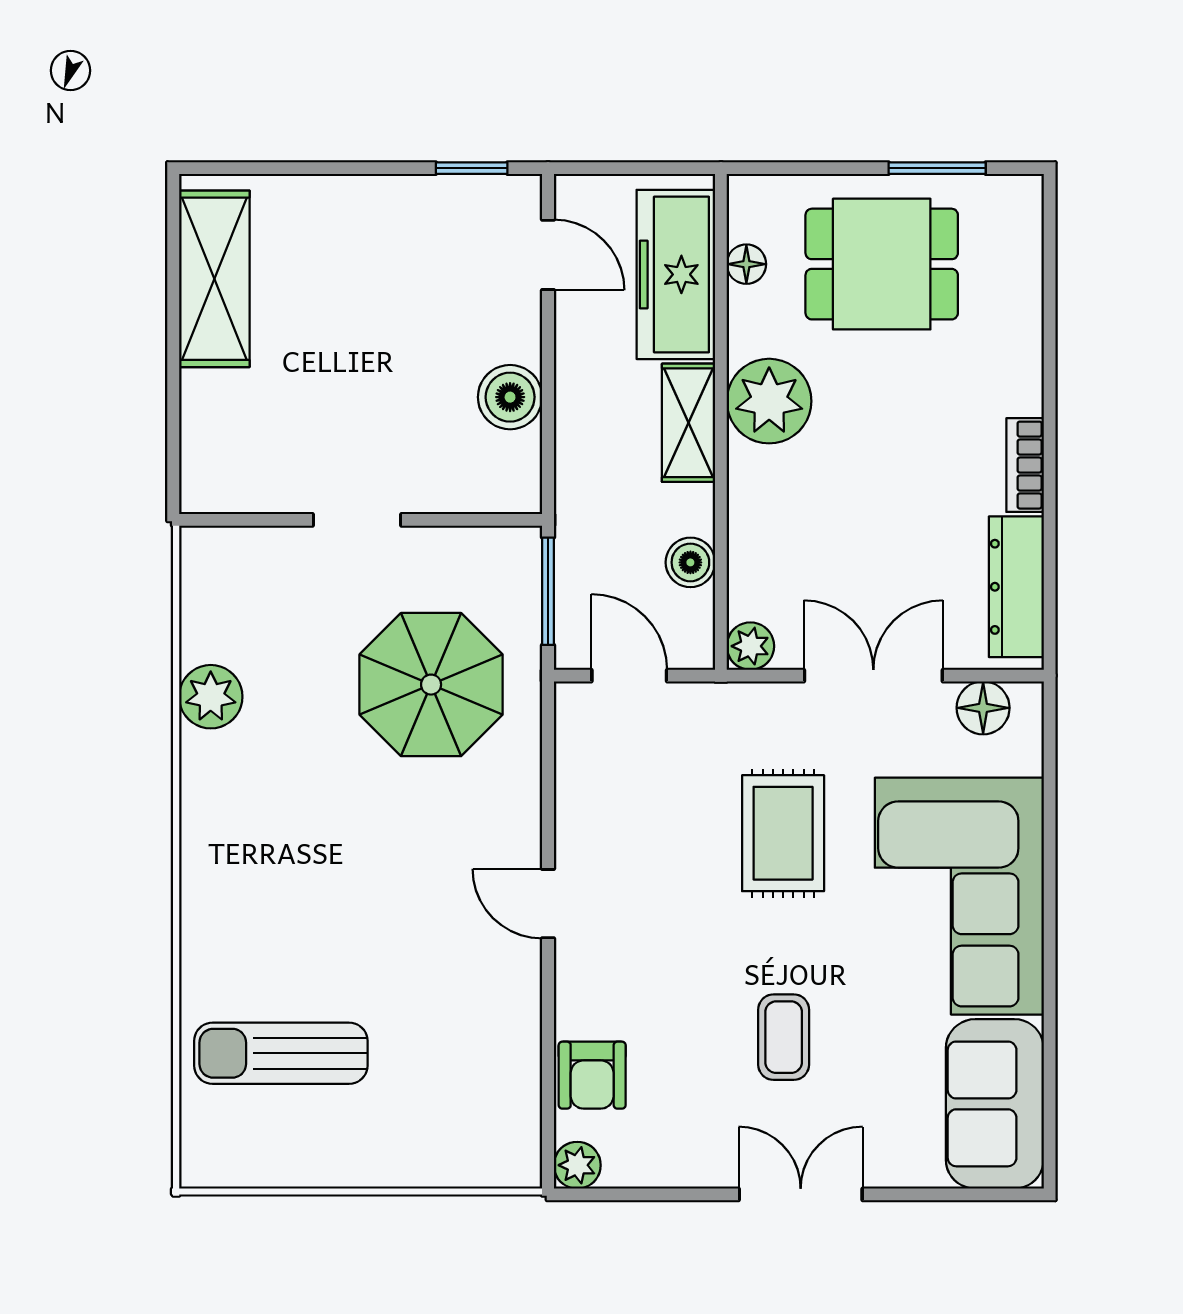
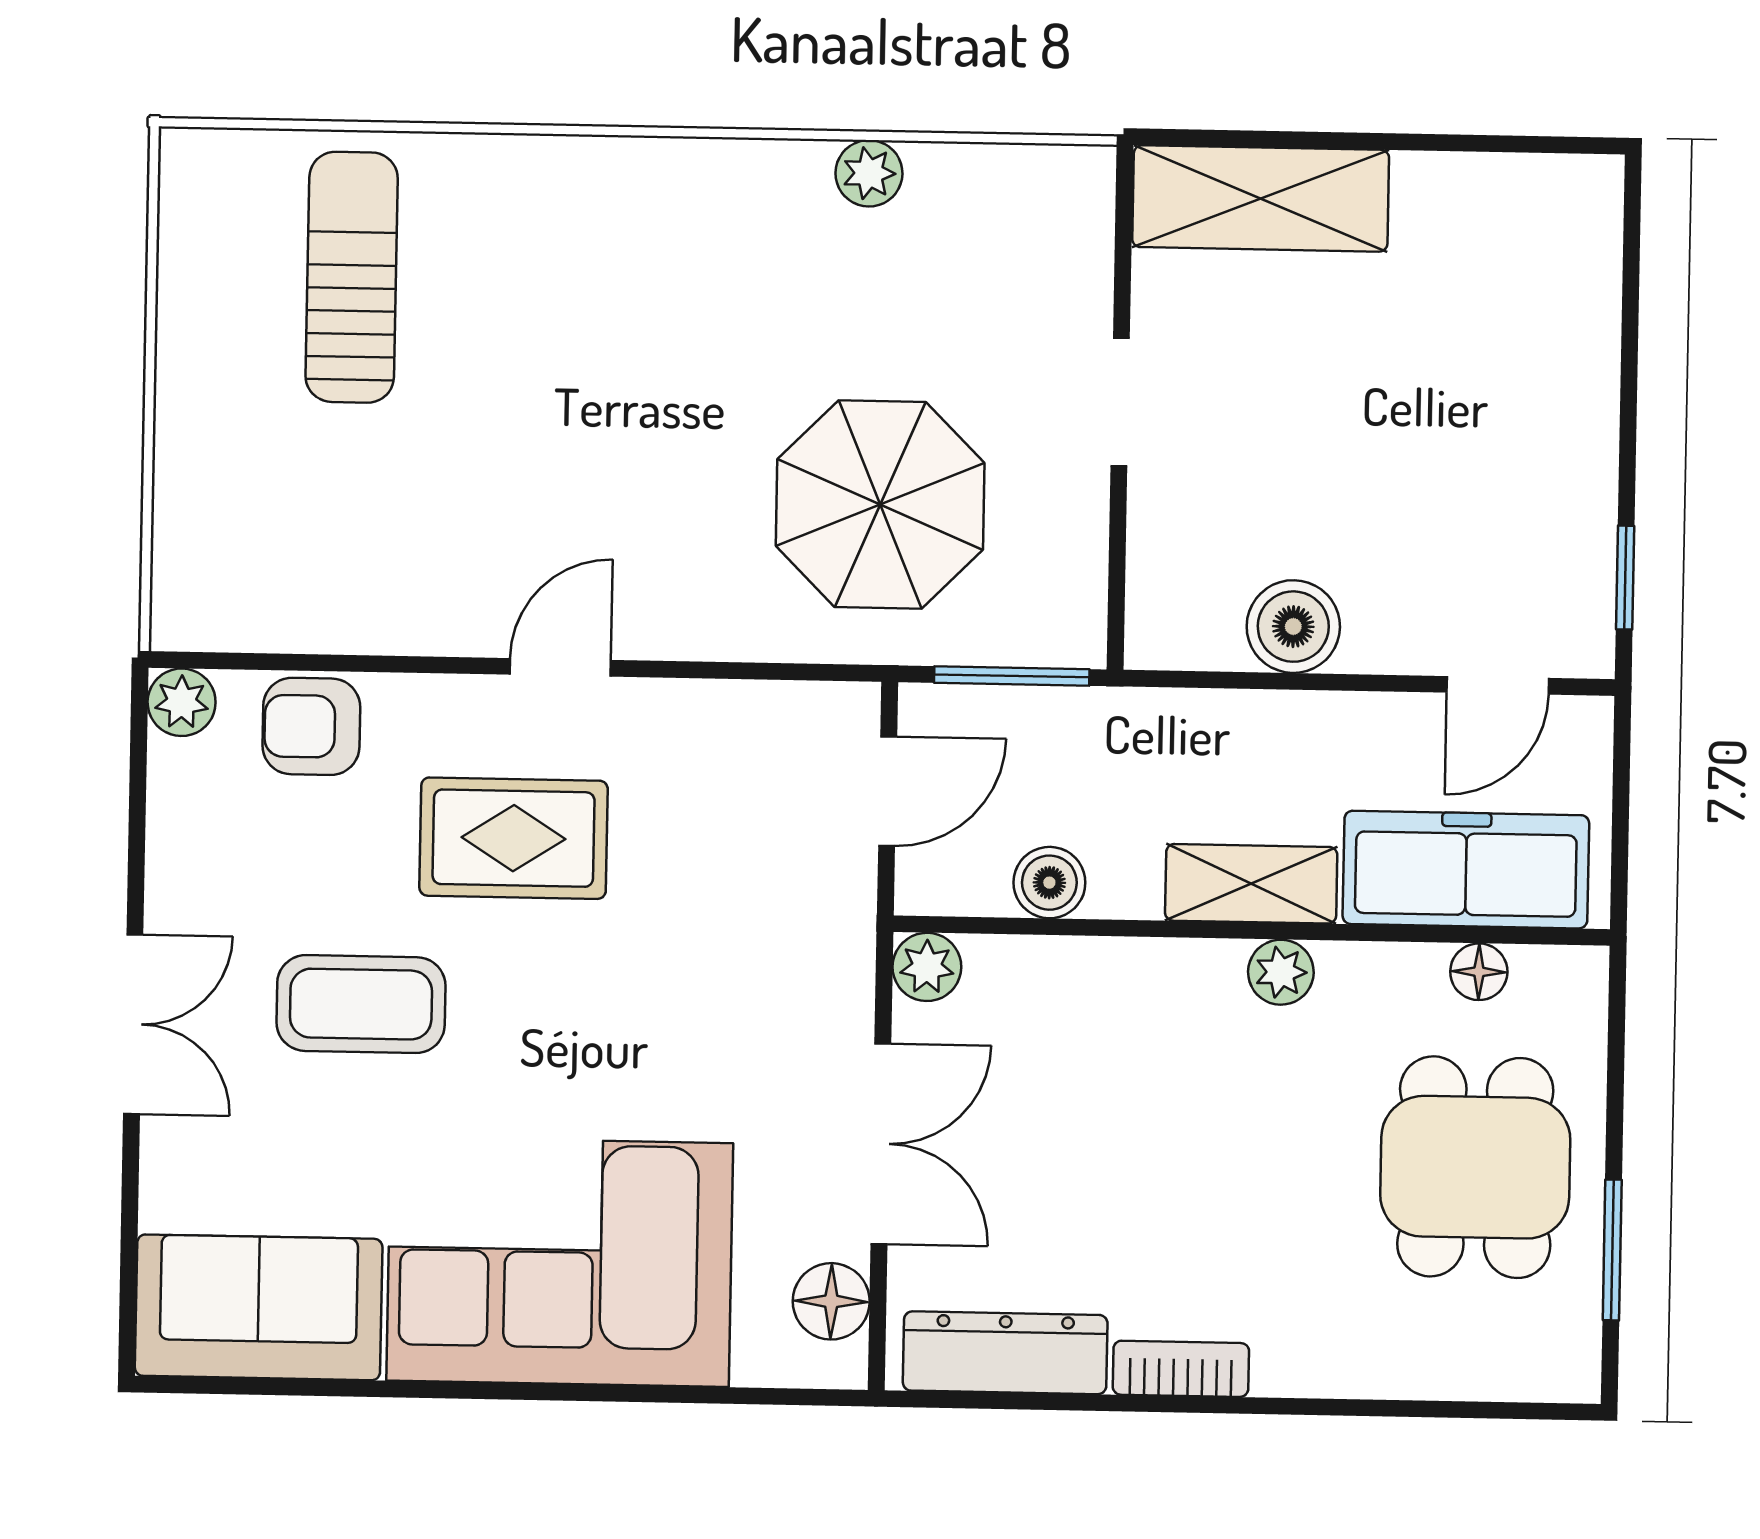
shelving: (214, 279) -> (1261, 198), moved
plant: (769, 401) -> (1281, 972), width x0.53, depth x0.53
plant: (211, 697) -> (869, 173), width x0.73, depth x0.73
rug: (783, 833) -> (514, 838), moved
coffee table: (784, 1037) -> (361, 1004), width x1.36, depth x1.30

